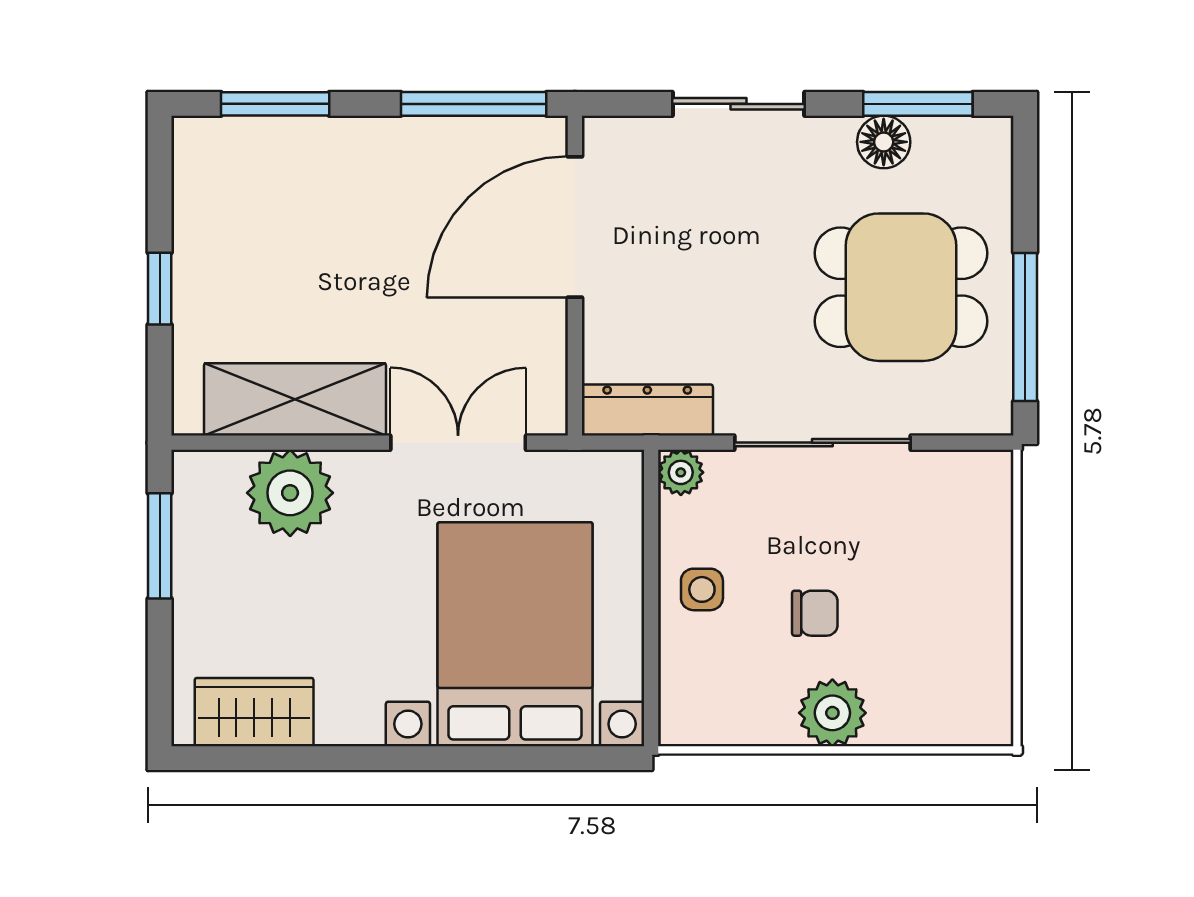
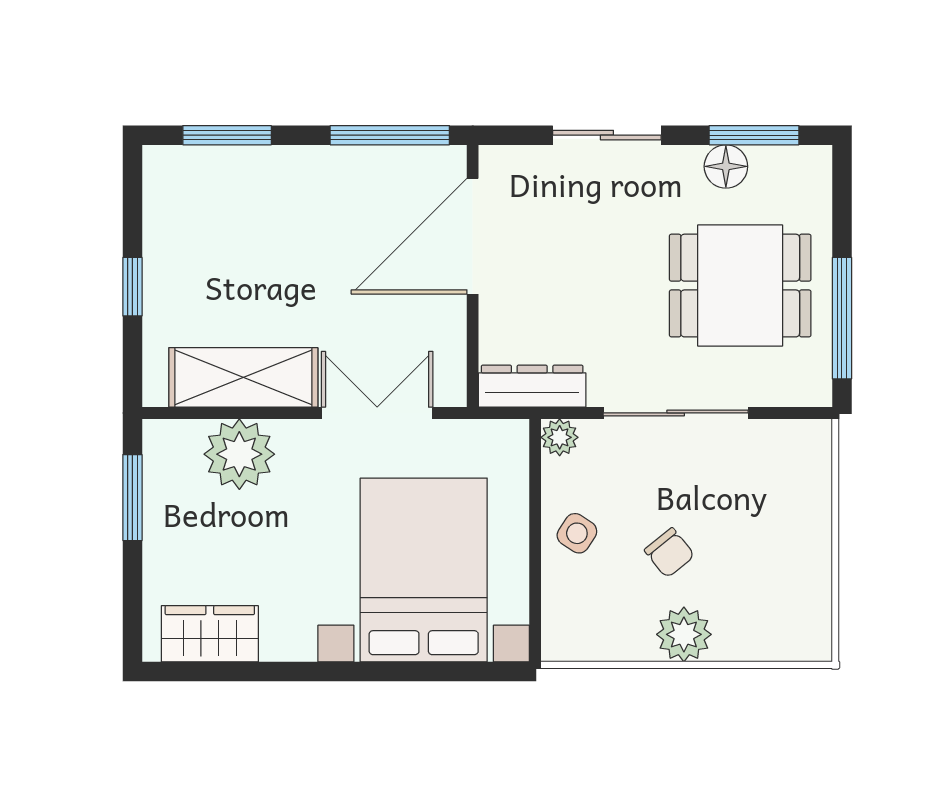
side table: (702, 589) -> (577, 533), turned 33
chair: (815, 613) -> (669, 553), turned 51

